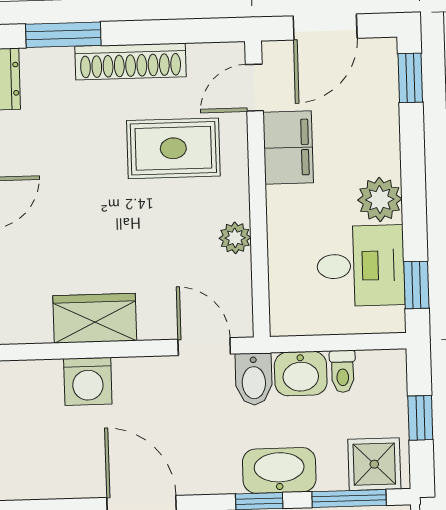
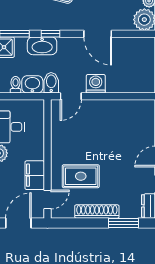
plant: (235, 238) -> (57, 140), removed
wardrobe: (95, 318) -> (114, 109), removed
door: (204, 347) -> (71, 96), hinge flipped
washing machine: (88, 381) -> (96, 84), moved

